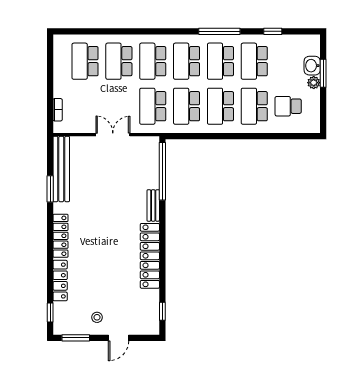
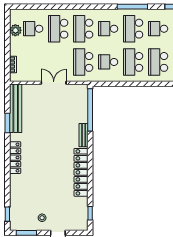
school desk: (85, 61) -> (33, 29), width x0.54
school desk: (187, 61) -> (108, 29), width x0.54
school desk: (254, 61) -> (158, 29), width x0.54
plant: (61, 63) -> (15, 30), added
school desk: (187, 106) -> (108, 62), width x0.54
locker: (60, 281) -> (15, 191), removed

